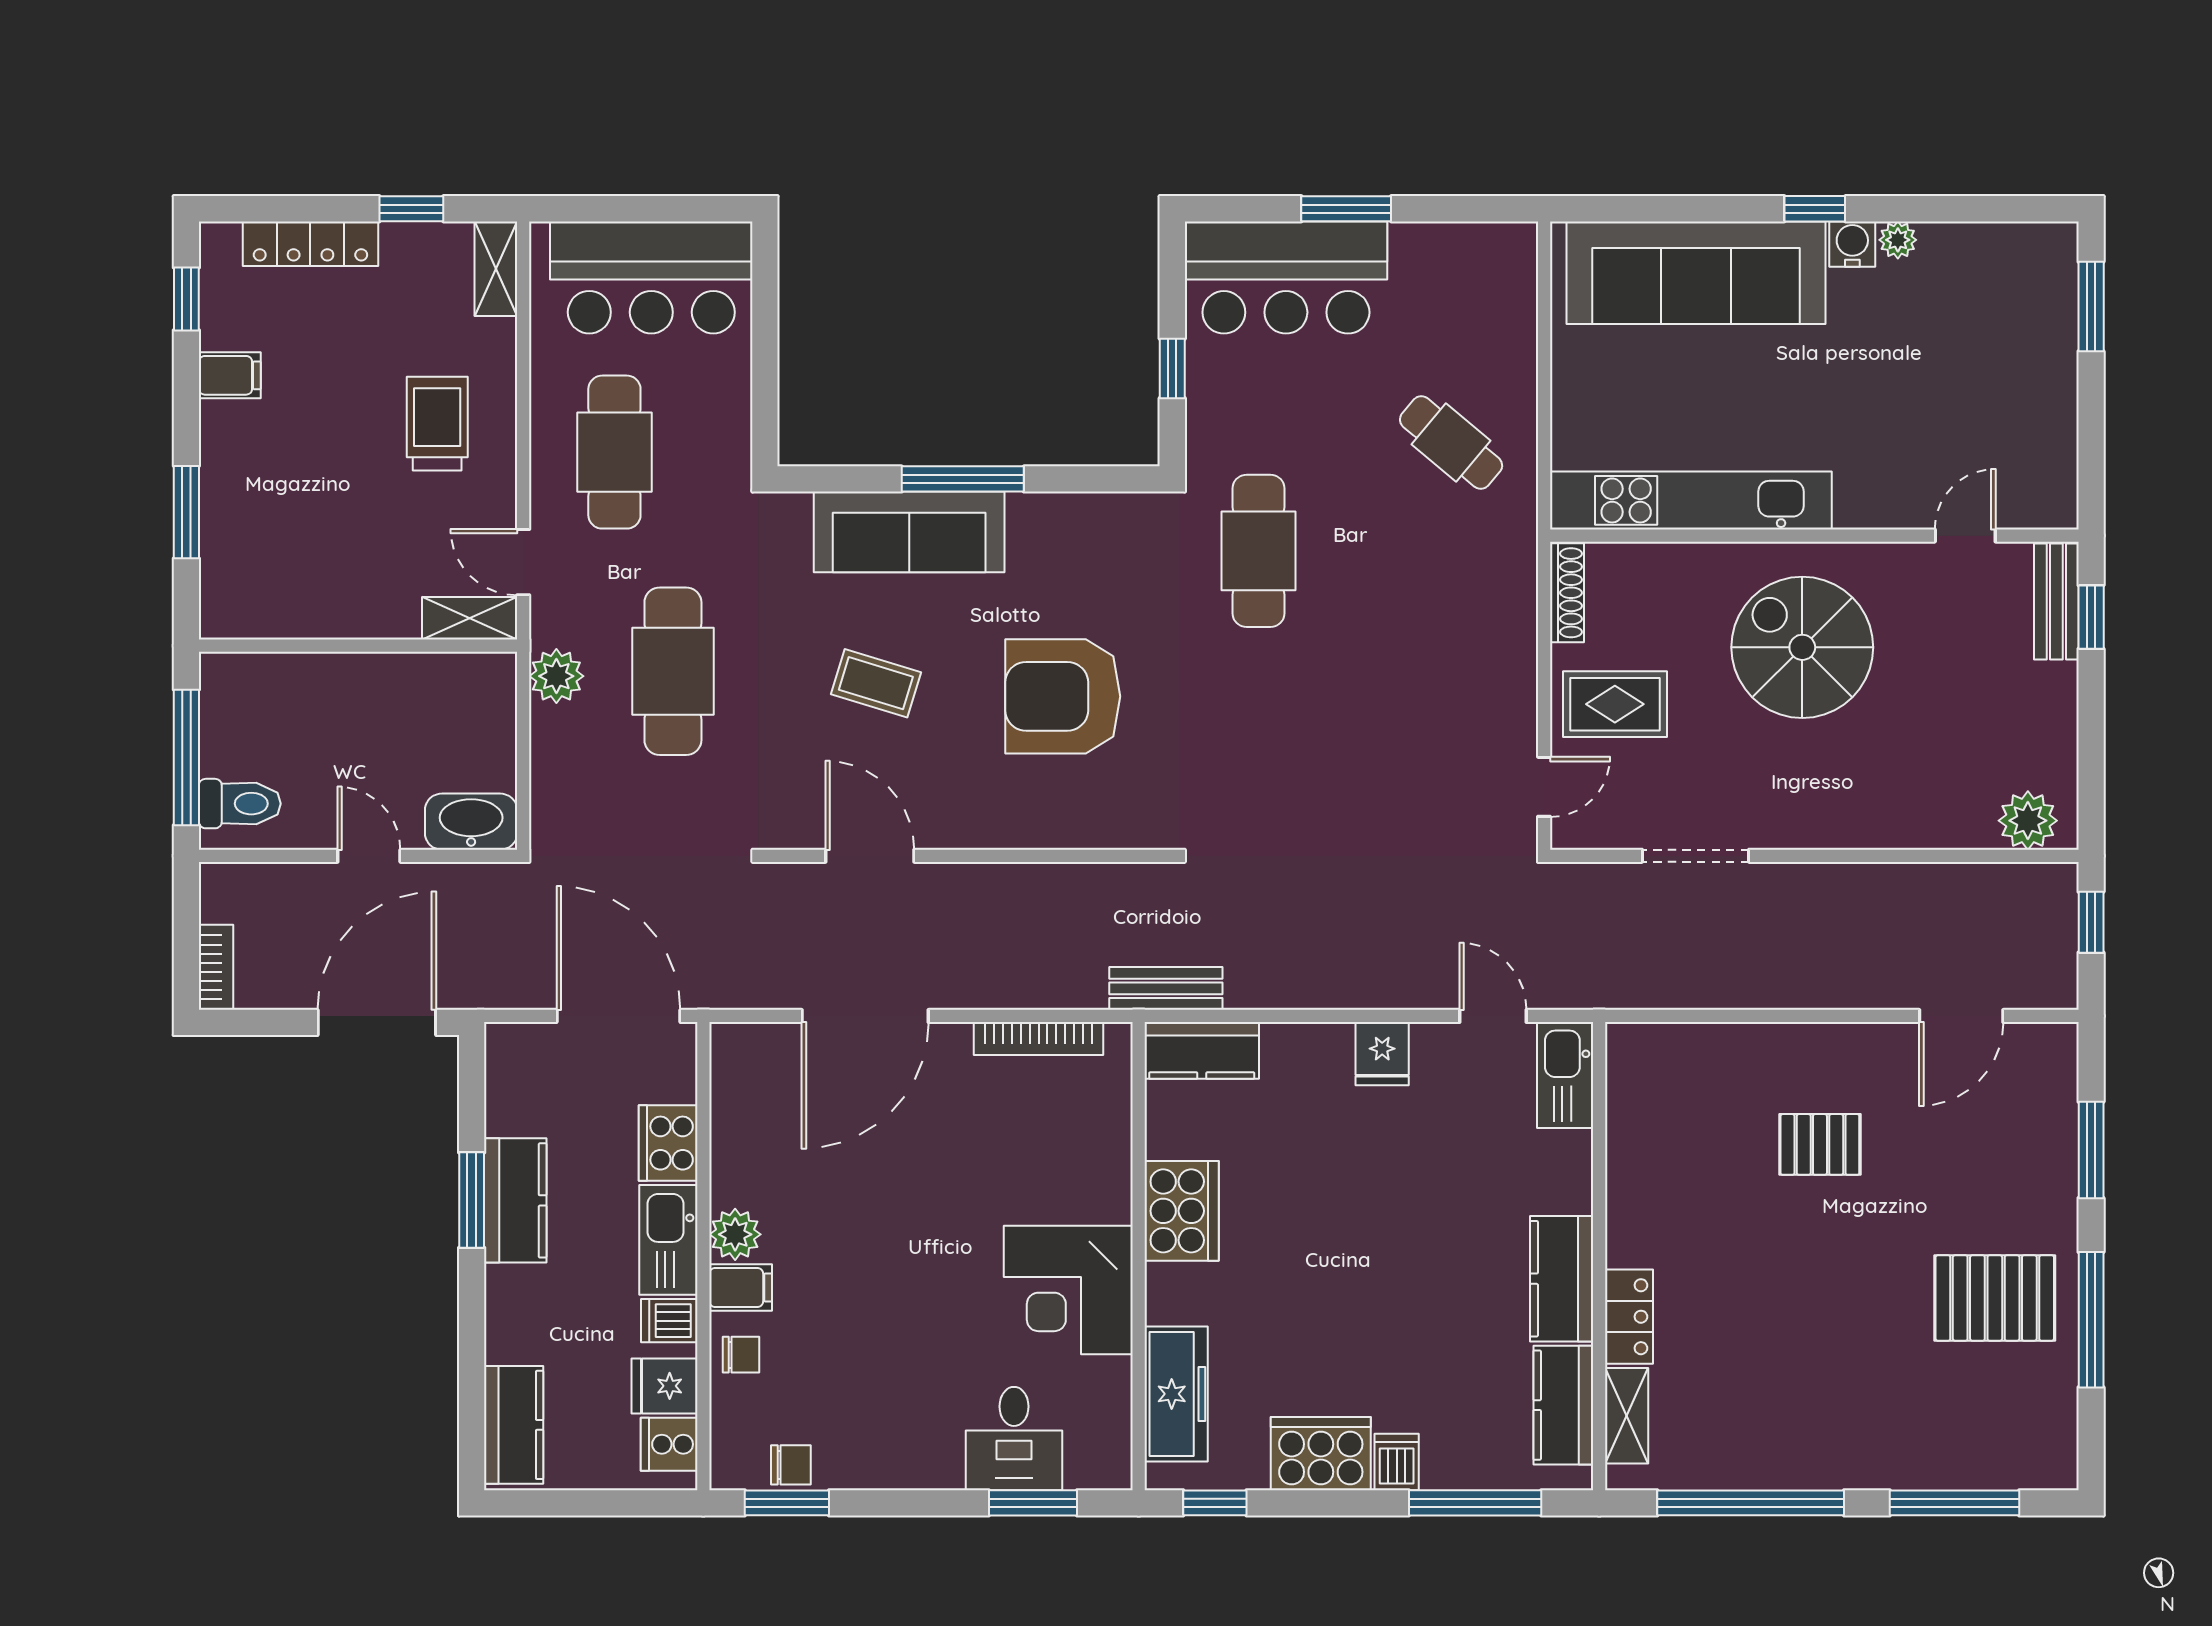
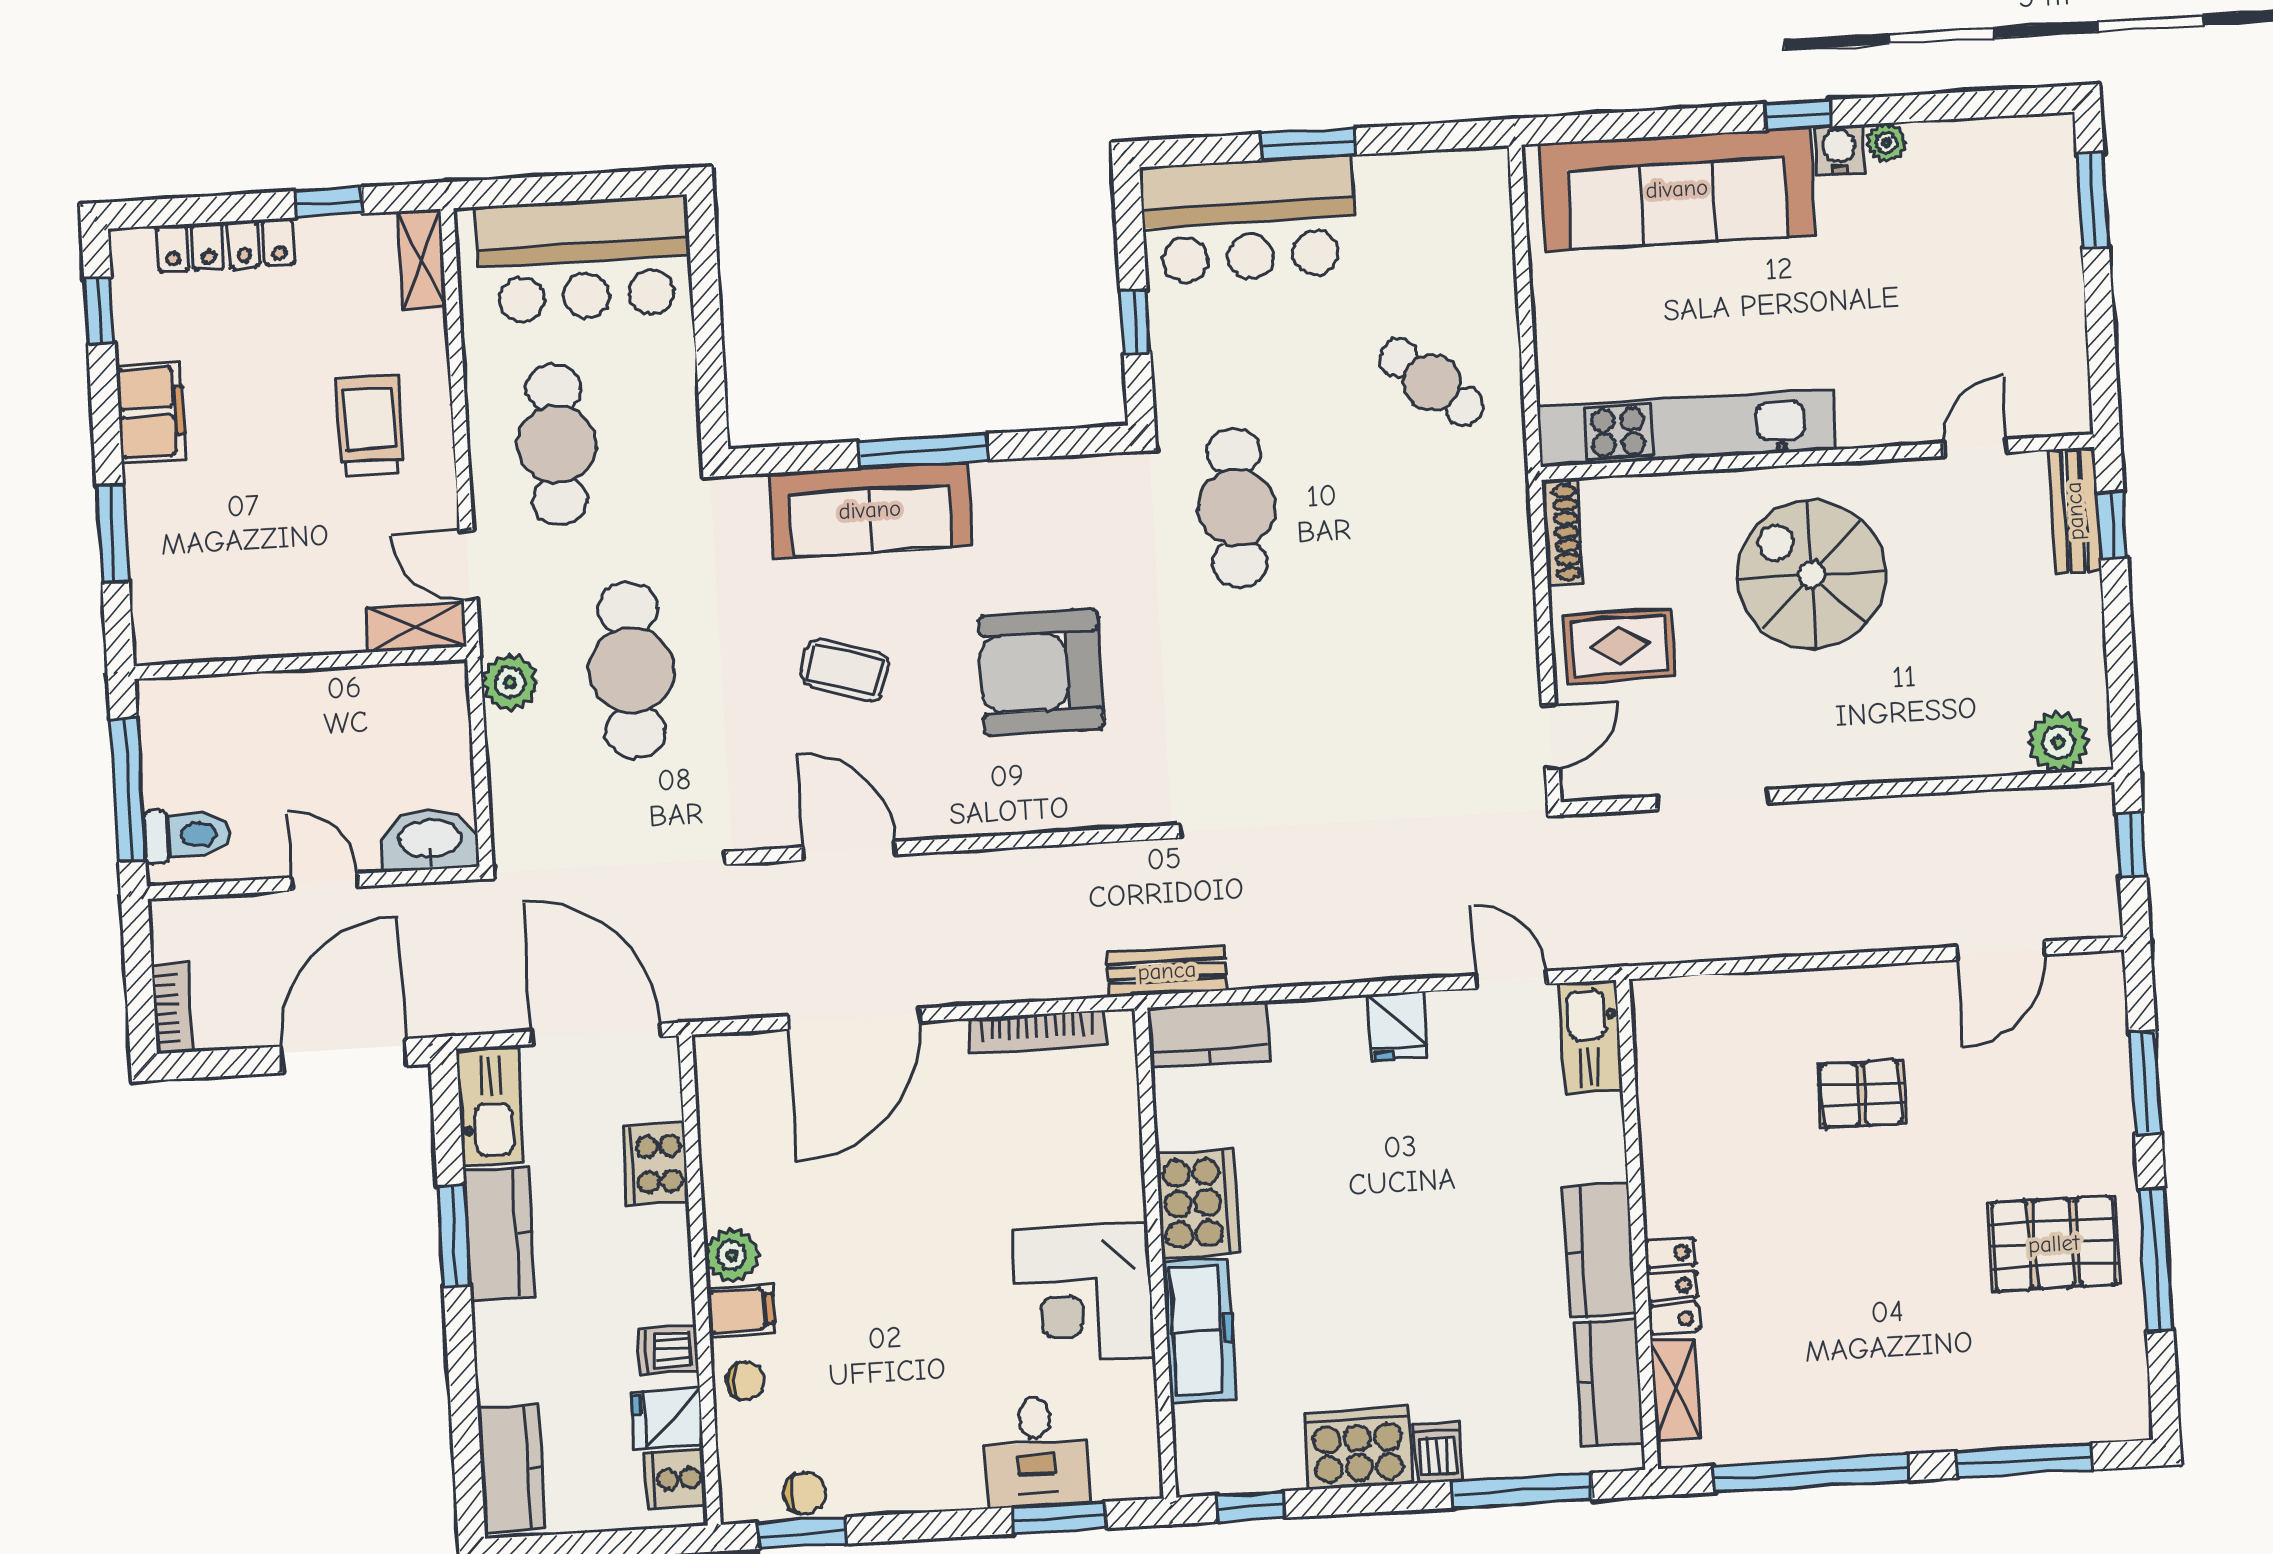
filing cabinet: (230, 375) -> (151, 412), width x2.00
kitchen sink: (668, 1240) -> (490, 1107), moved, turned 180
freezer: (1176, 1394) -> (1199, 1331), moved

